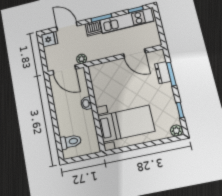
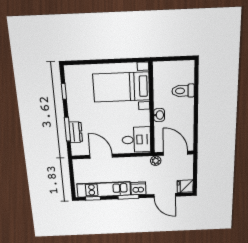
desk: (103, 76) -> (136, 140), added
plant: (176, 131) -> (71, 71), removed
toilet: (71, 142) -> (183, 91), moved

